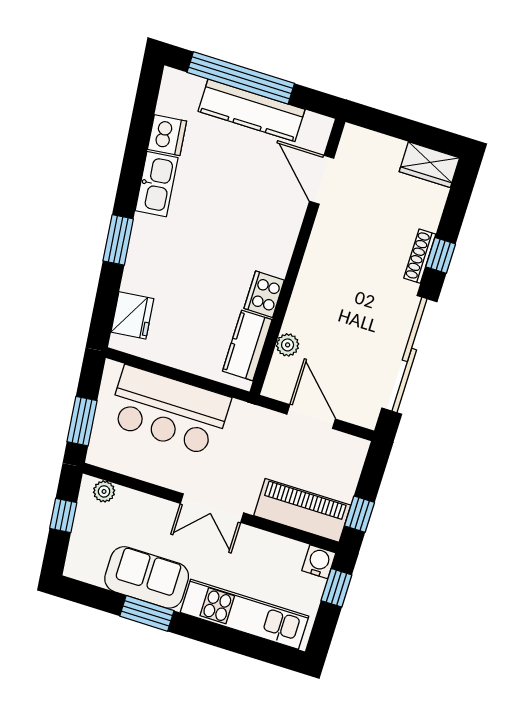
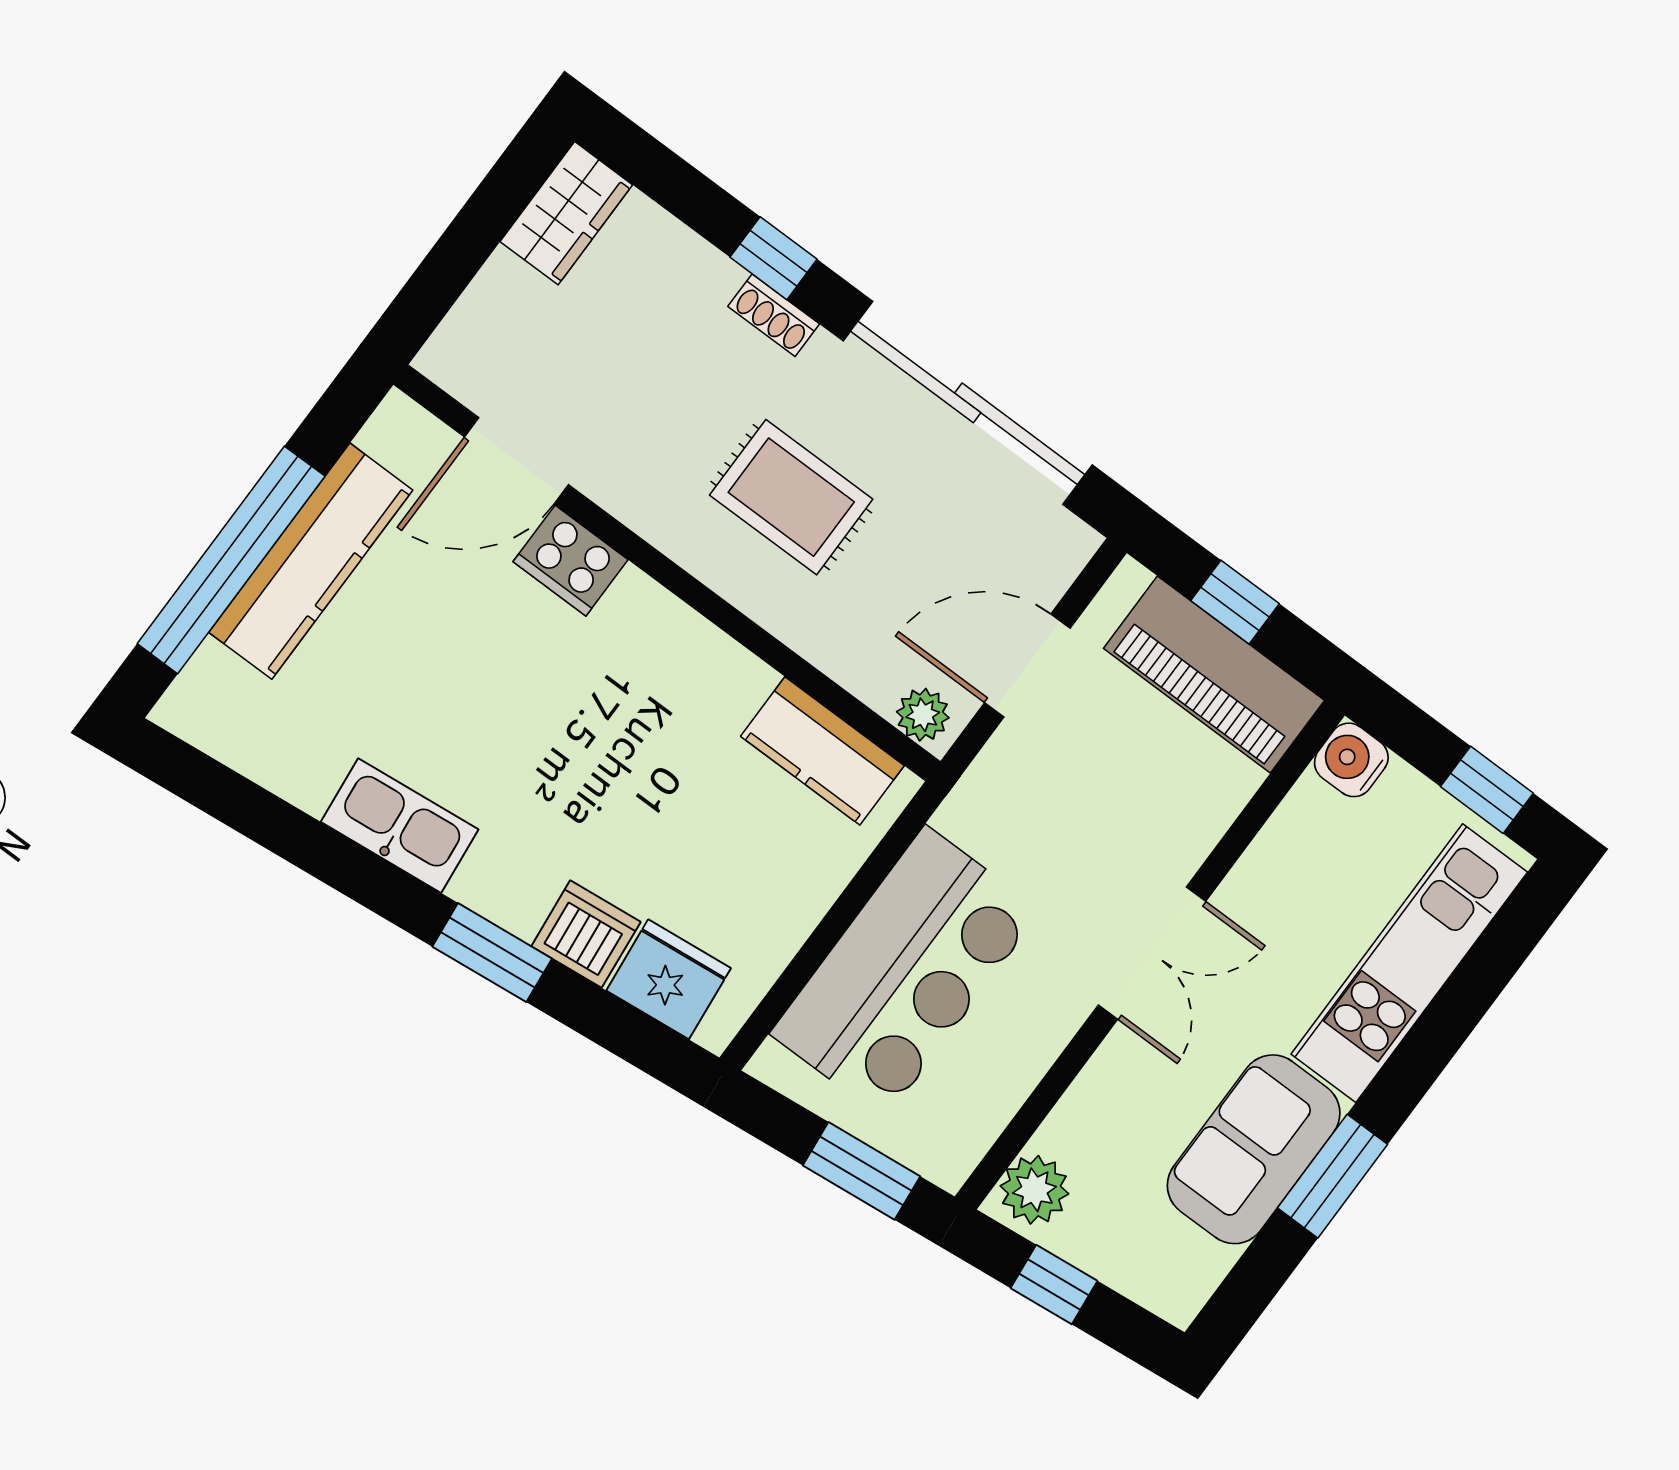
dishwasher: (167, 135) -> (586, 934), moved
shoe rack: (420, 256) -> (774, 315), width x0.70
cooker: (264, 294) -> (570, 561), moved
rug: (346, 297) -> (791, 497), added
plant: (288, 345) -> (923, 715), moved
plant: (104, 491) -> (1034, 1190), width x1.38, depth x1.38
piano: (302, 510) -> (1214, 674), moved, turned -90
window: (359, 514) -> (1235, 602), moved
window: (336, 588) -> (1487, 790), moved

